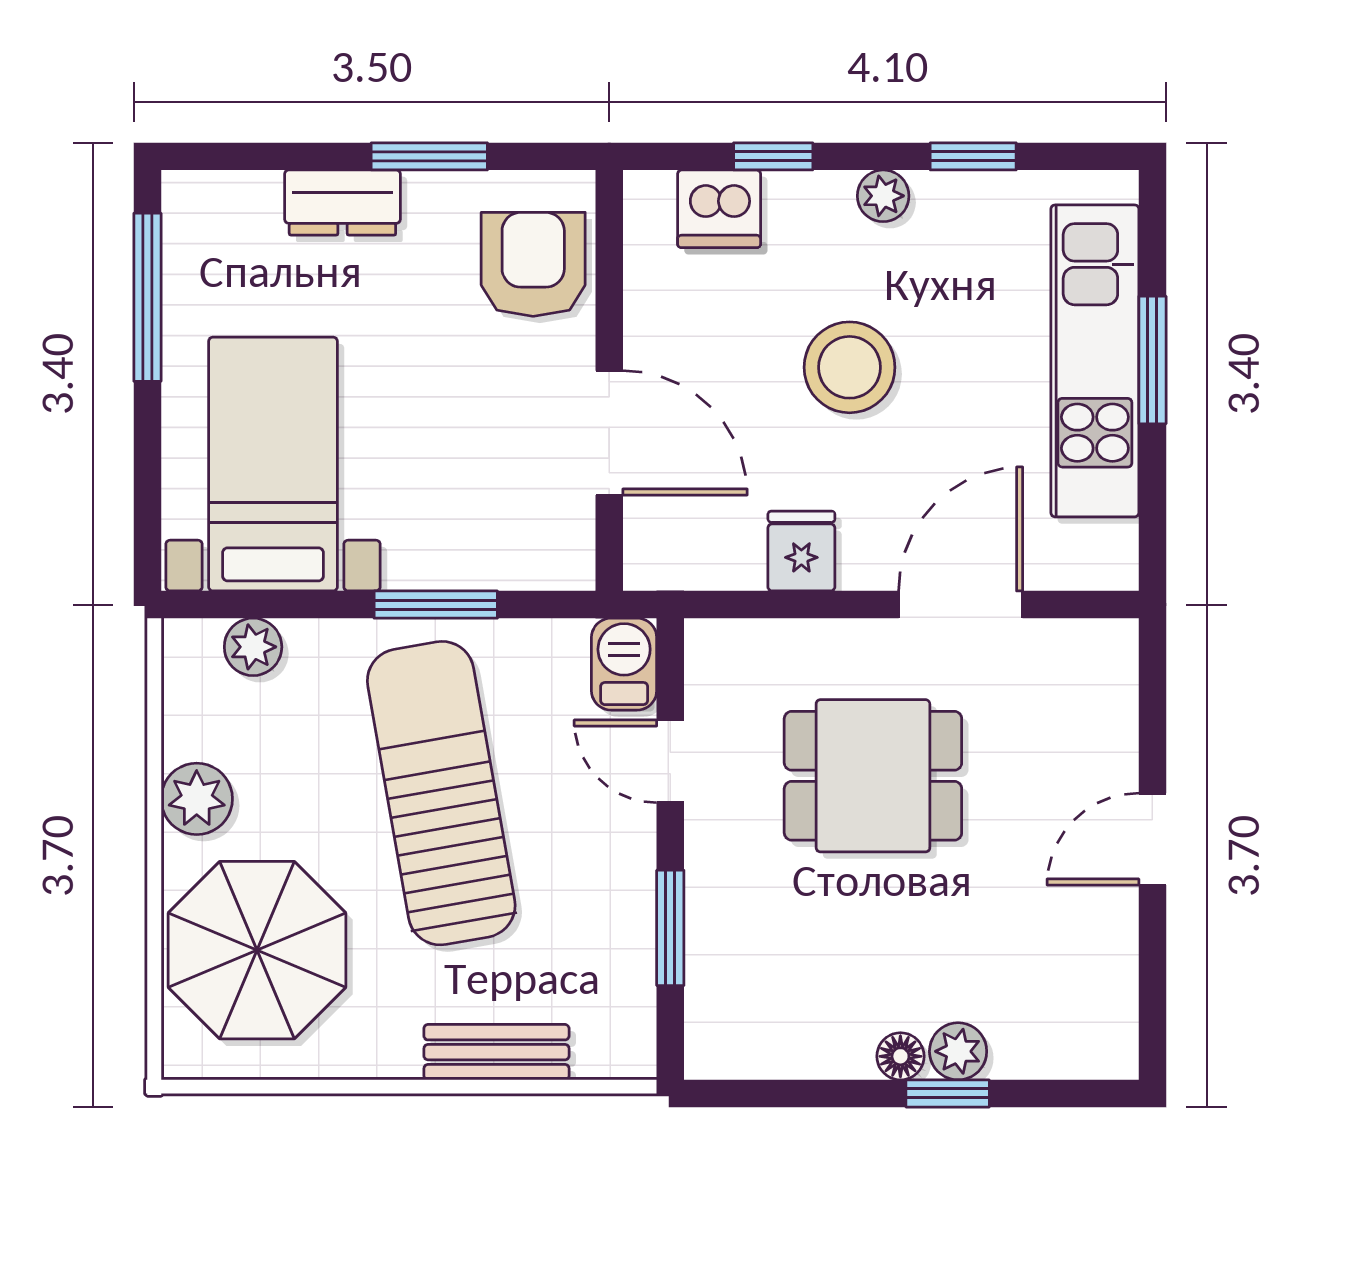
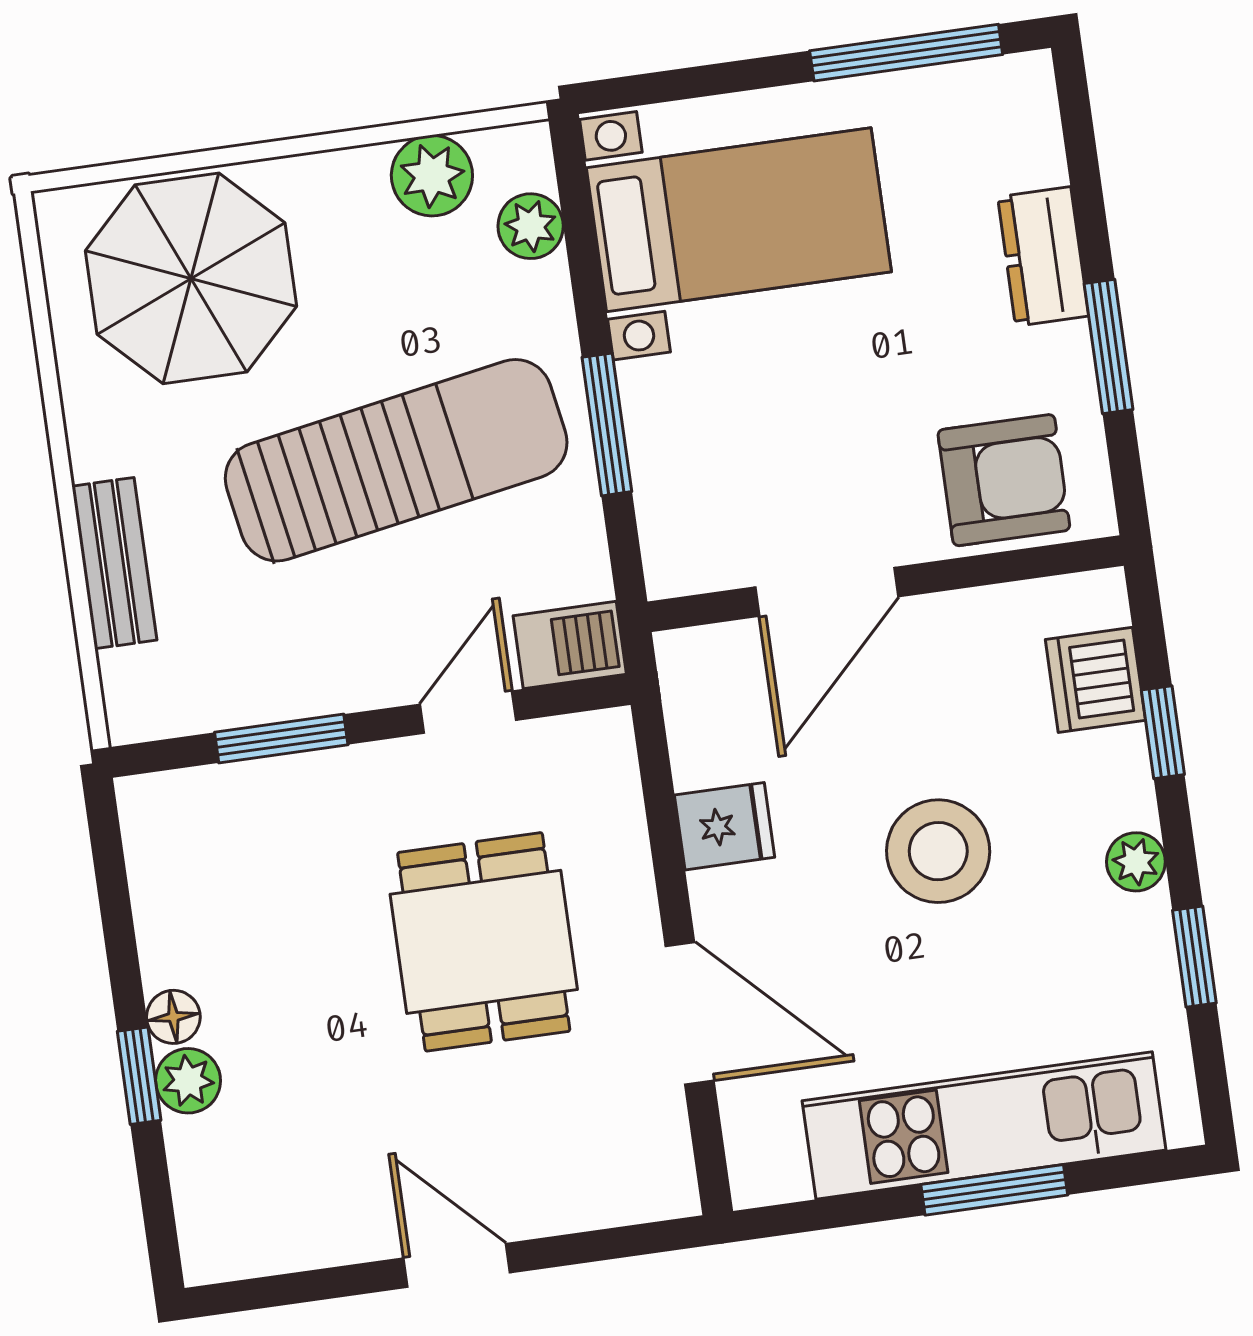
plant: (197, 799) -> (432, 176), moved

